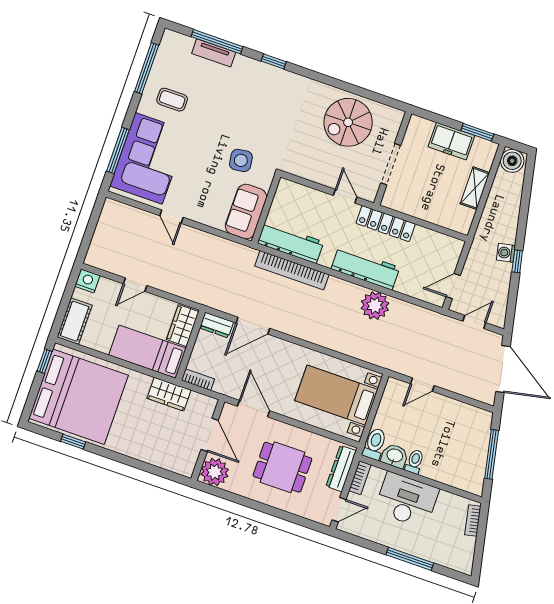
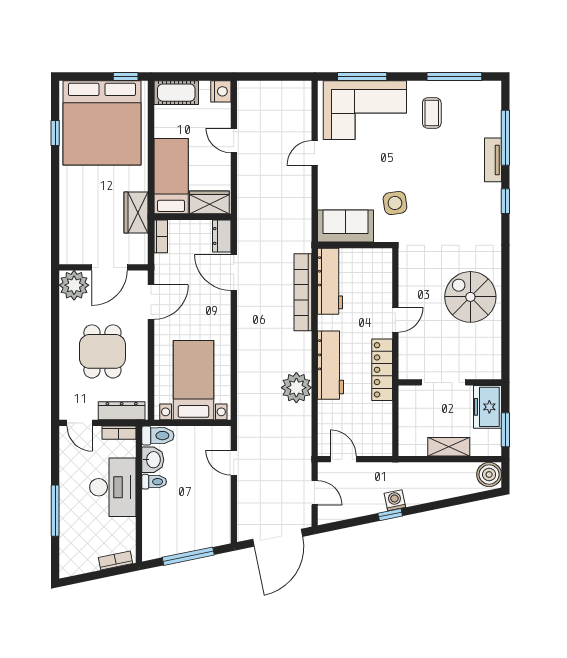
tv unit: (214, 53) -> (493, 160), moved
wall: (393, 158) -> (450, 382), moved
doorway: (391, 164) -> (443, 382), moved

